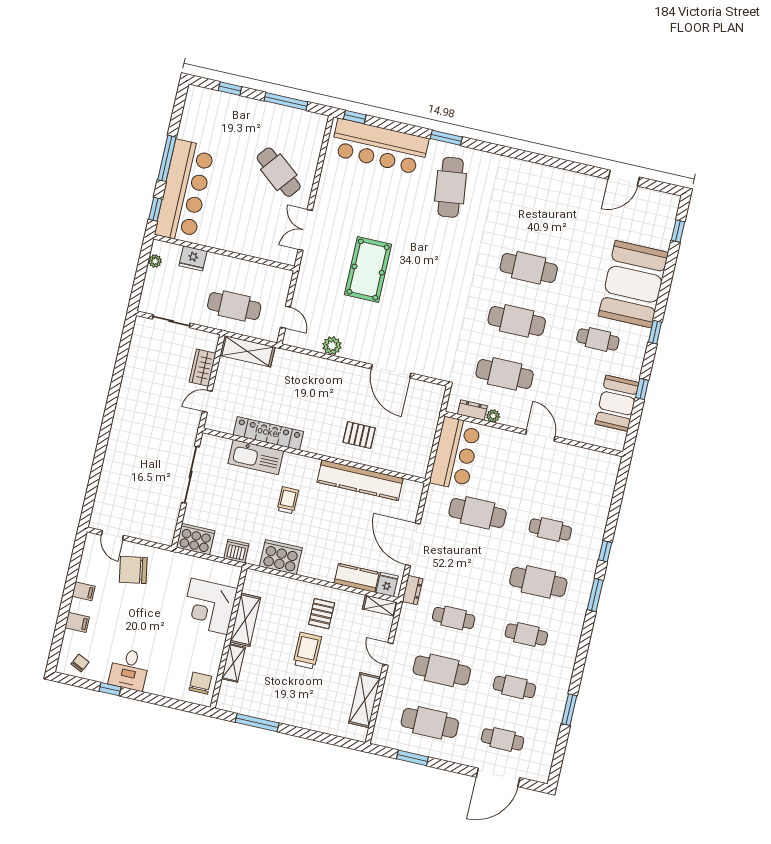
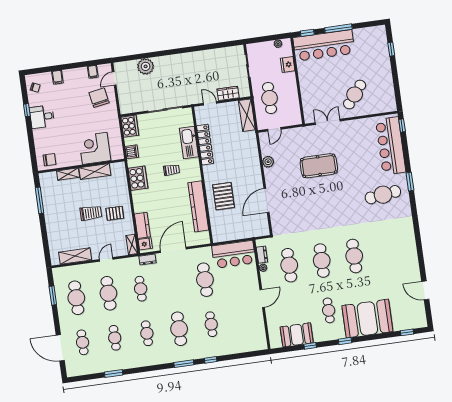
window: (286, 101) -> (396, 83), removed
pallet: (359, 435) -> (224, 196), width x1.50, depth x1.42
plant: (112, 479) -> (146, 66), added
filing cabinet: (83, 591) -> (93, 72), moved

